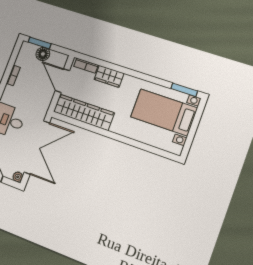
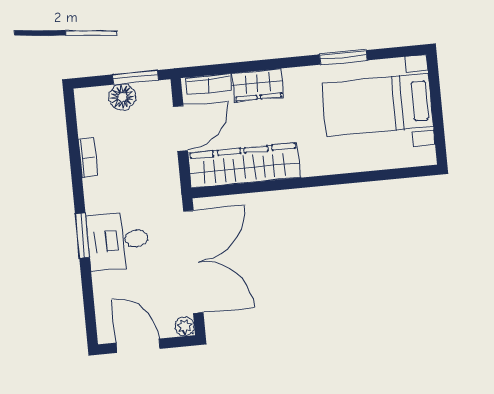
window: (40, 43) -> (135, 77), moved
door: (62, 81) -> (180, 128), swing flipped
window: (184, 90) -> (343, 57), moved

